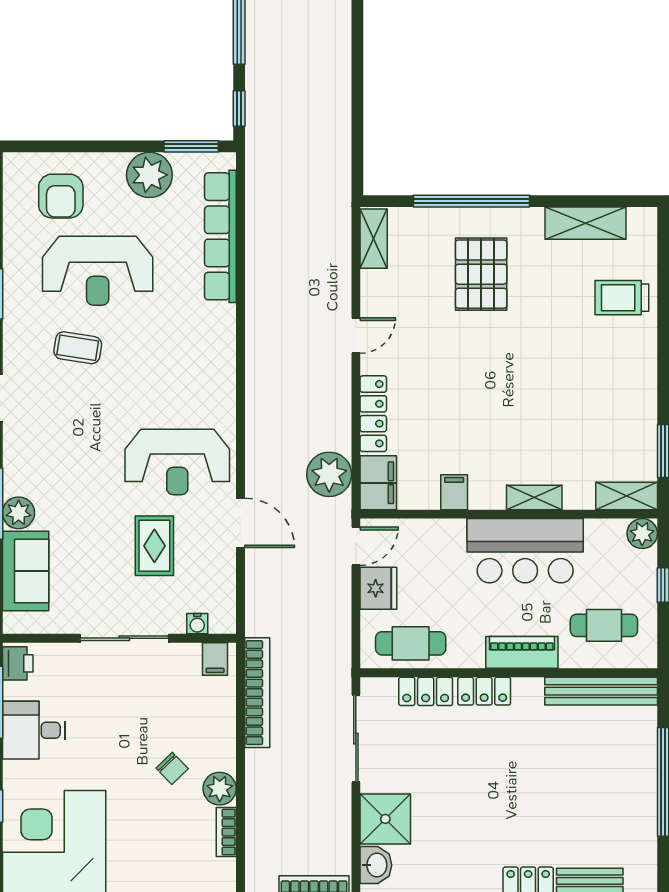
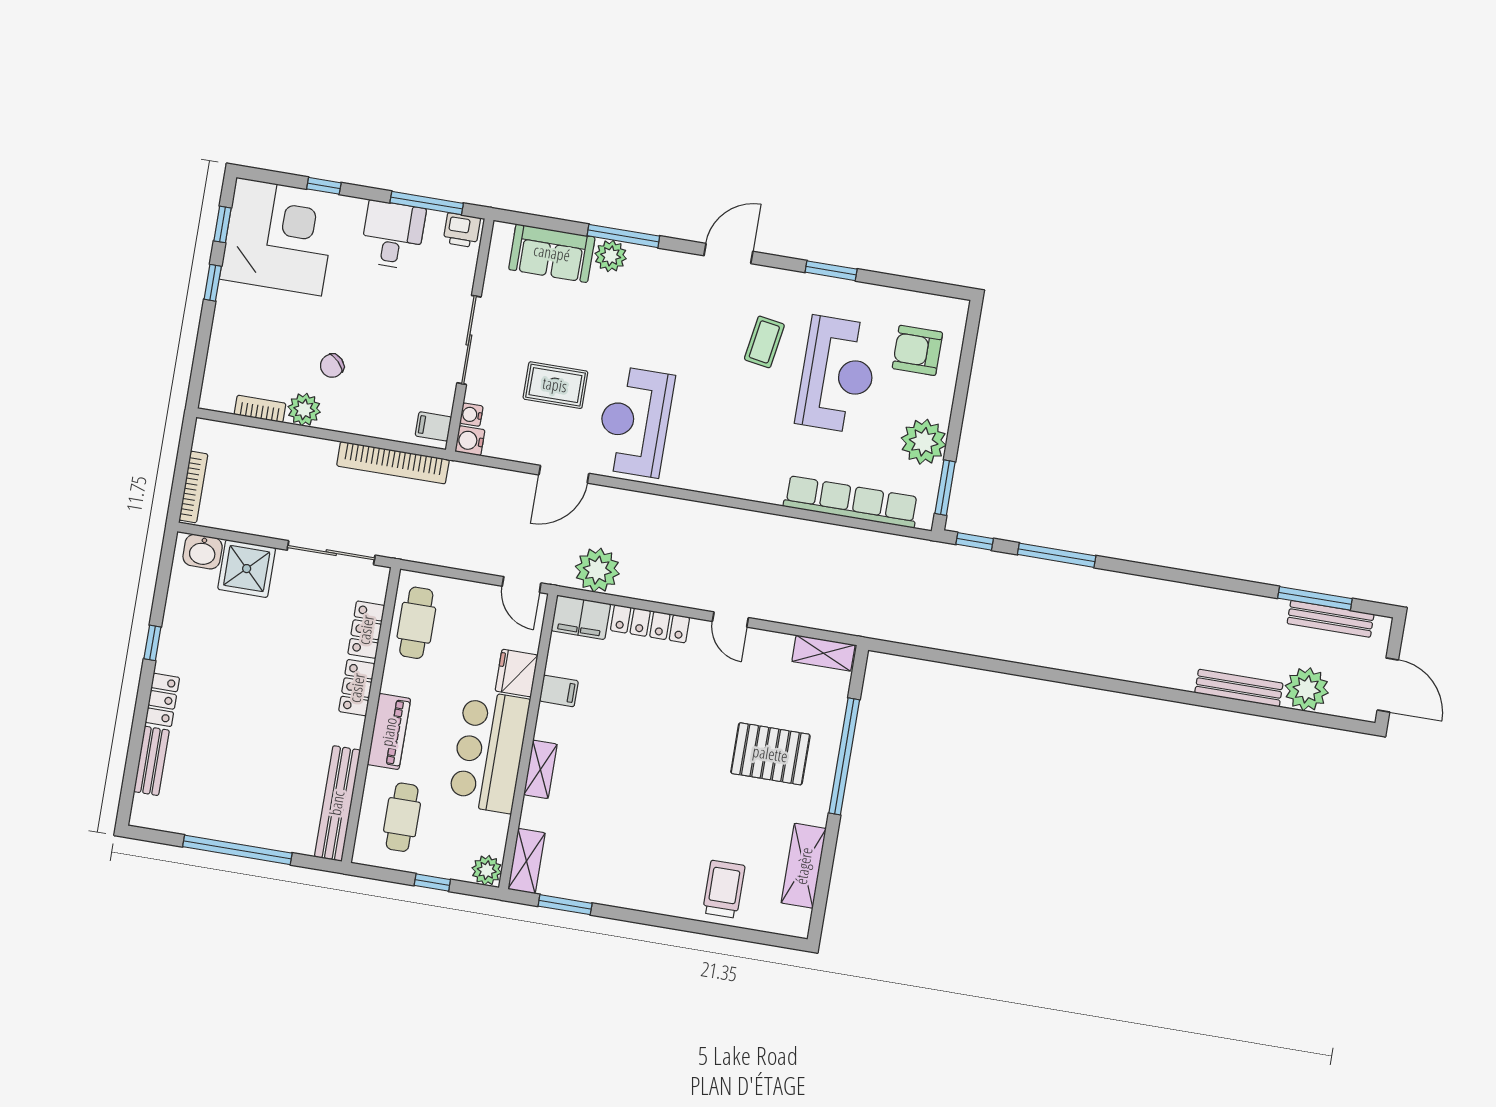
reception desk: (98, 271) -> (837, 375), turned 180
fridge: (378, 588) -> (517, 673), moved, turned 90
water cooler: (223, 621) -> (470, 441), added

